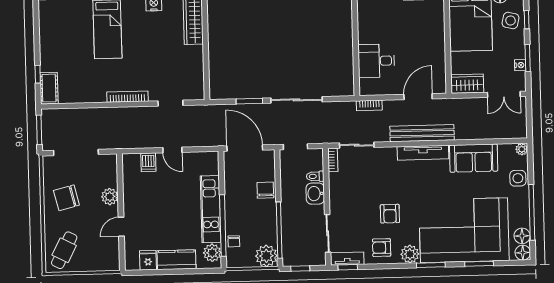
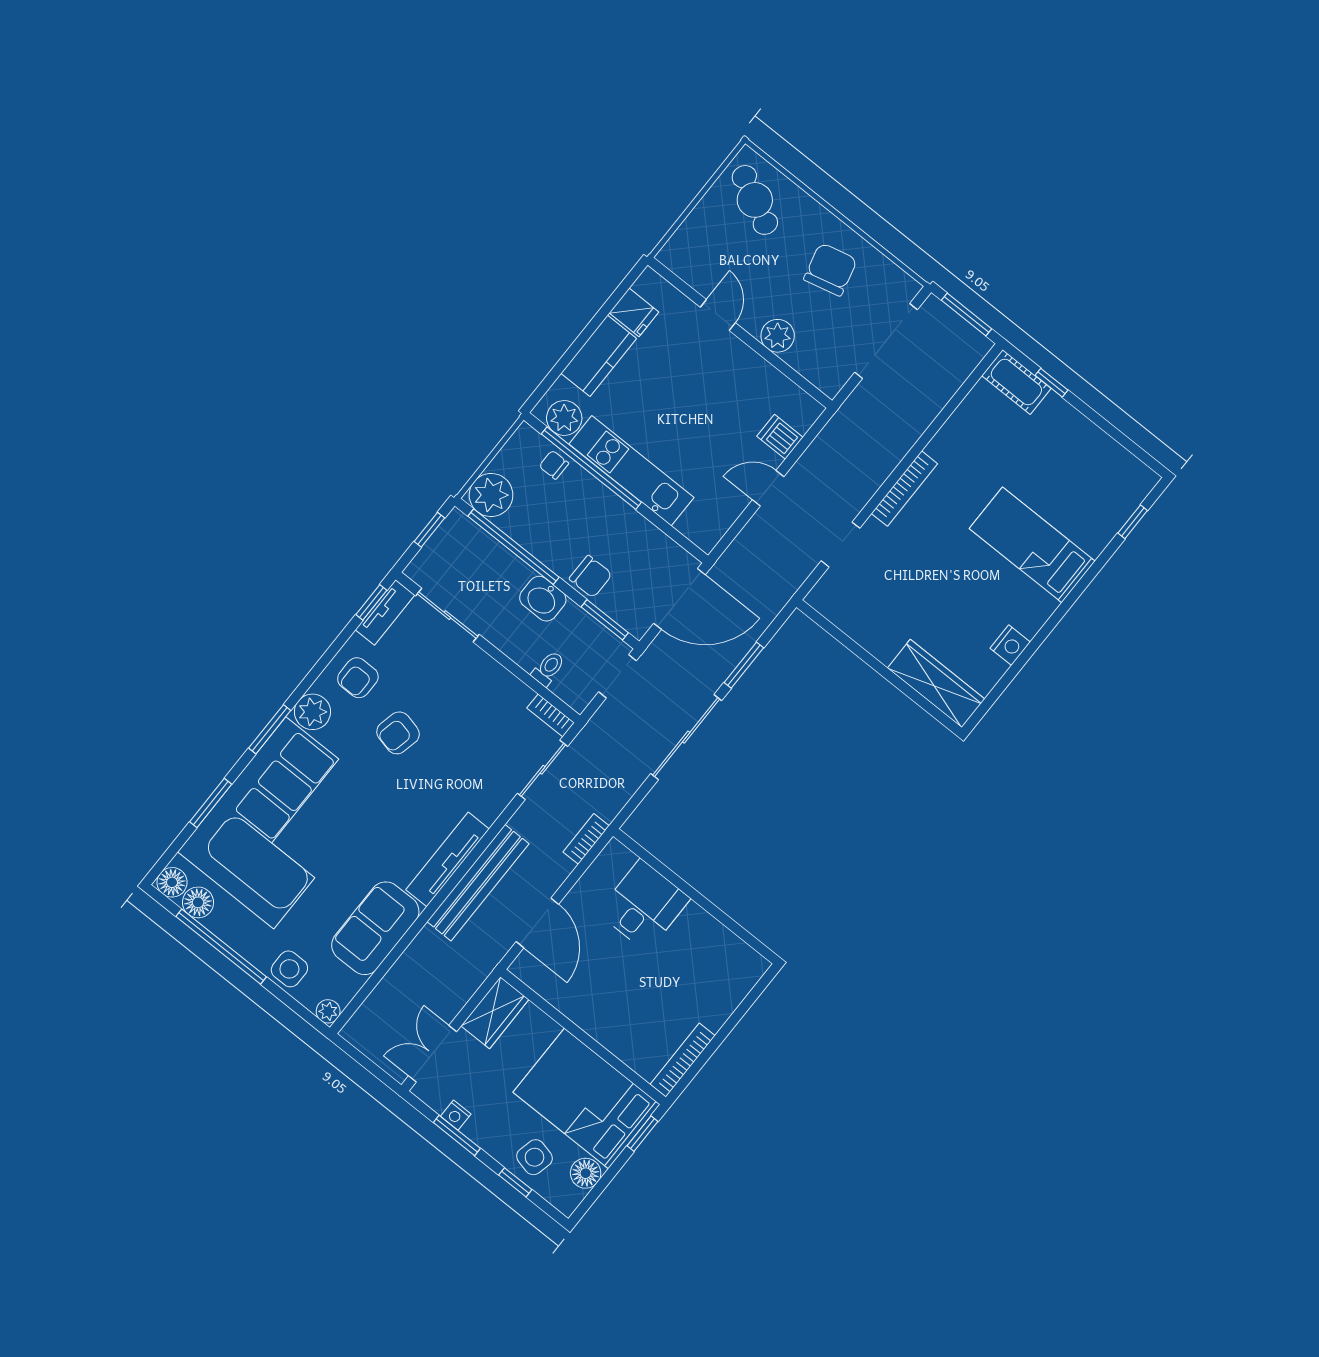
window: (278, 170) -> (605, 620), added
washbasin: (315, 194) -> (543, 599), moved, turned 180
armchair: (390, 214) -> (398, 733), turned -77
armchair: (382, 248) -> (358, 678), turned 180

